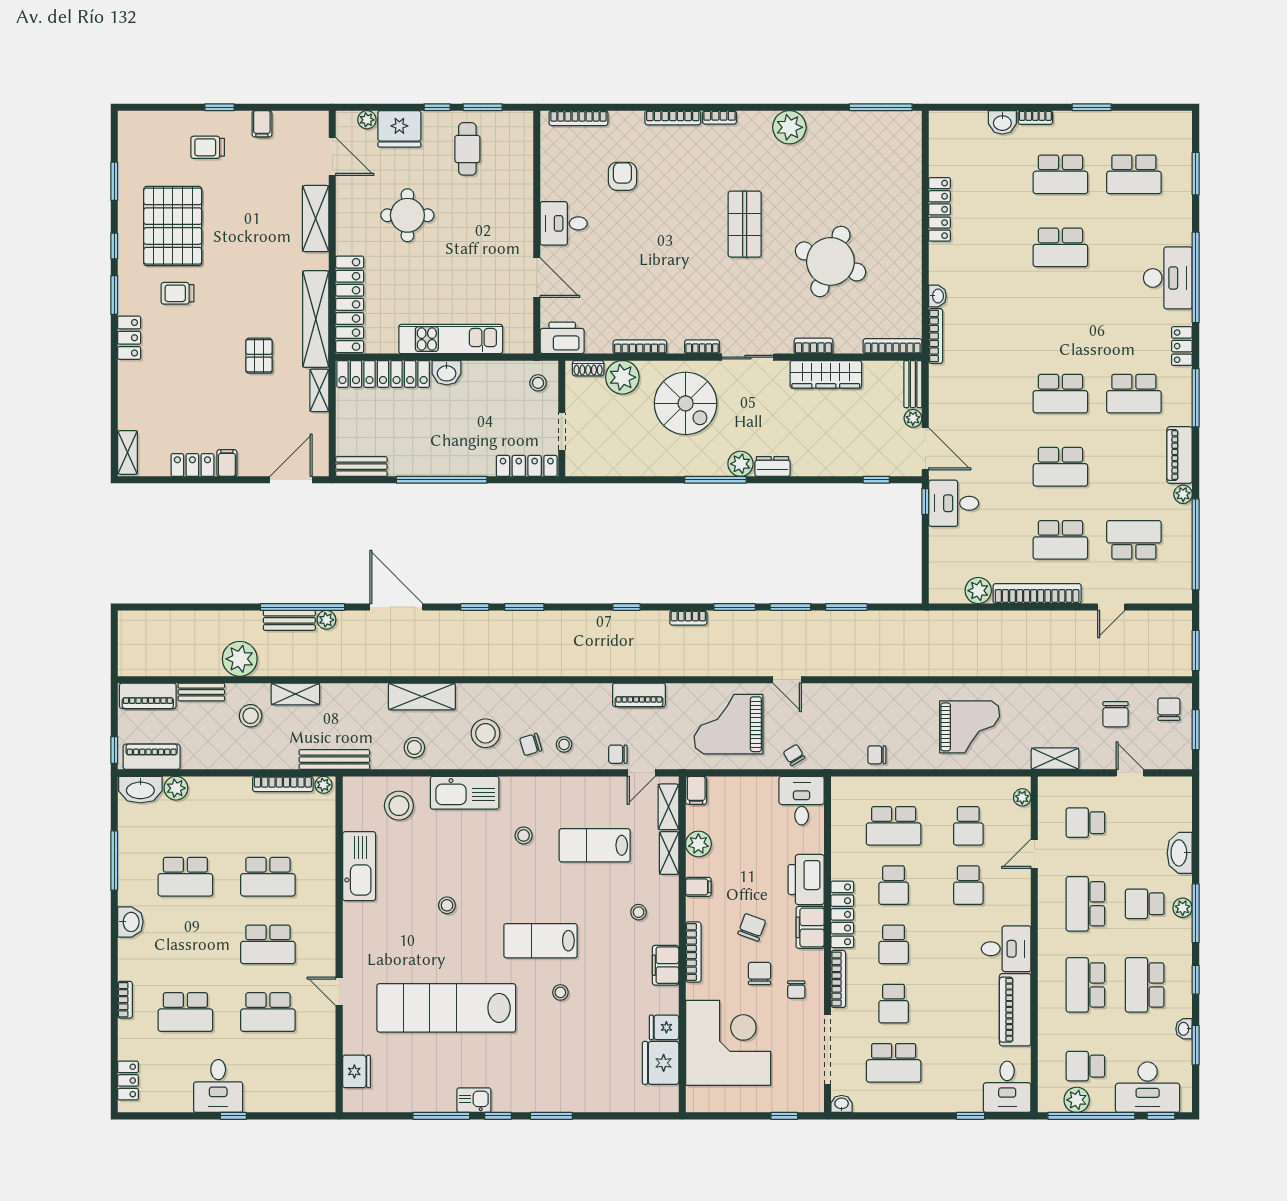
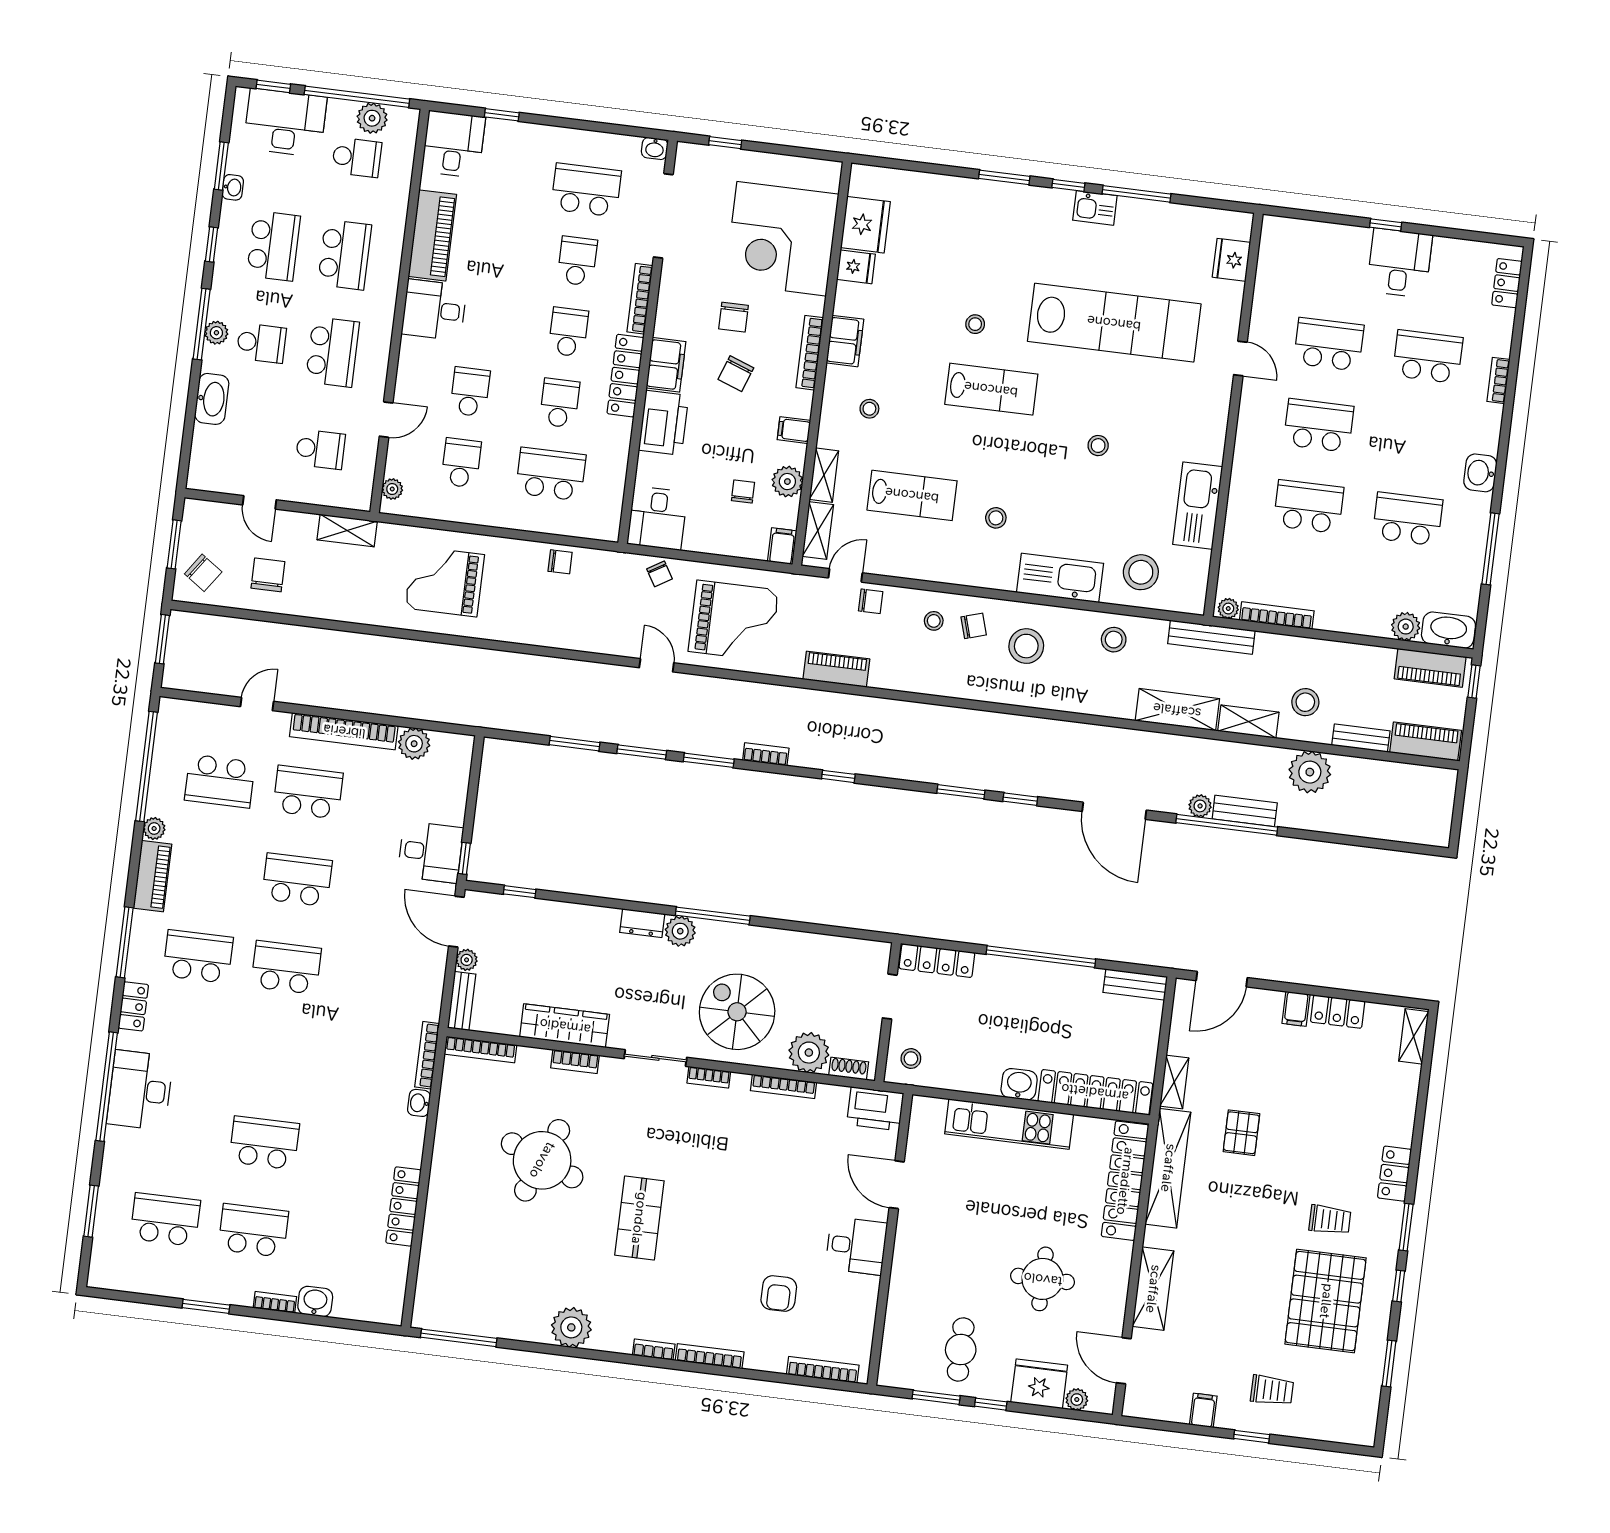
shelving: (422, 697) -> (1177, 710), moved
chair: (1169, 709) -> (203, 573), turned -55
chair: (796, 990) -> (743, 492), moved

